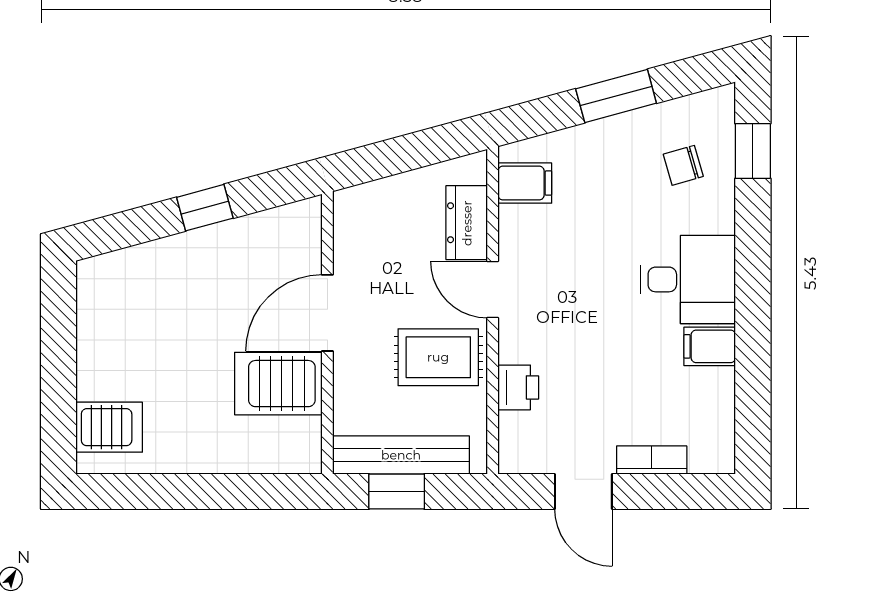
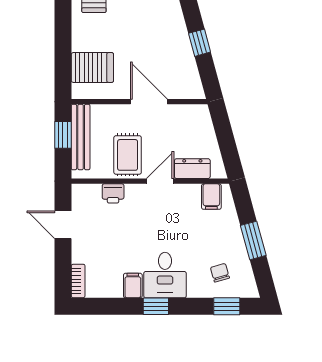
window: (753, 298) -> (156, 306), added
server rack: (278, 384) -> (92, 67), moved, turned 90
bookcase: (652, 460) -> (78, 281), moved
door: (583, 492) -> (63, 225), hinge flipped

